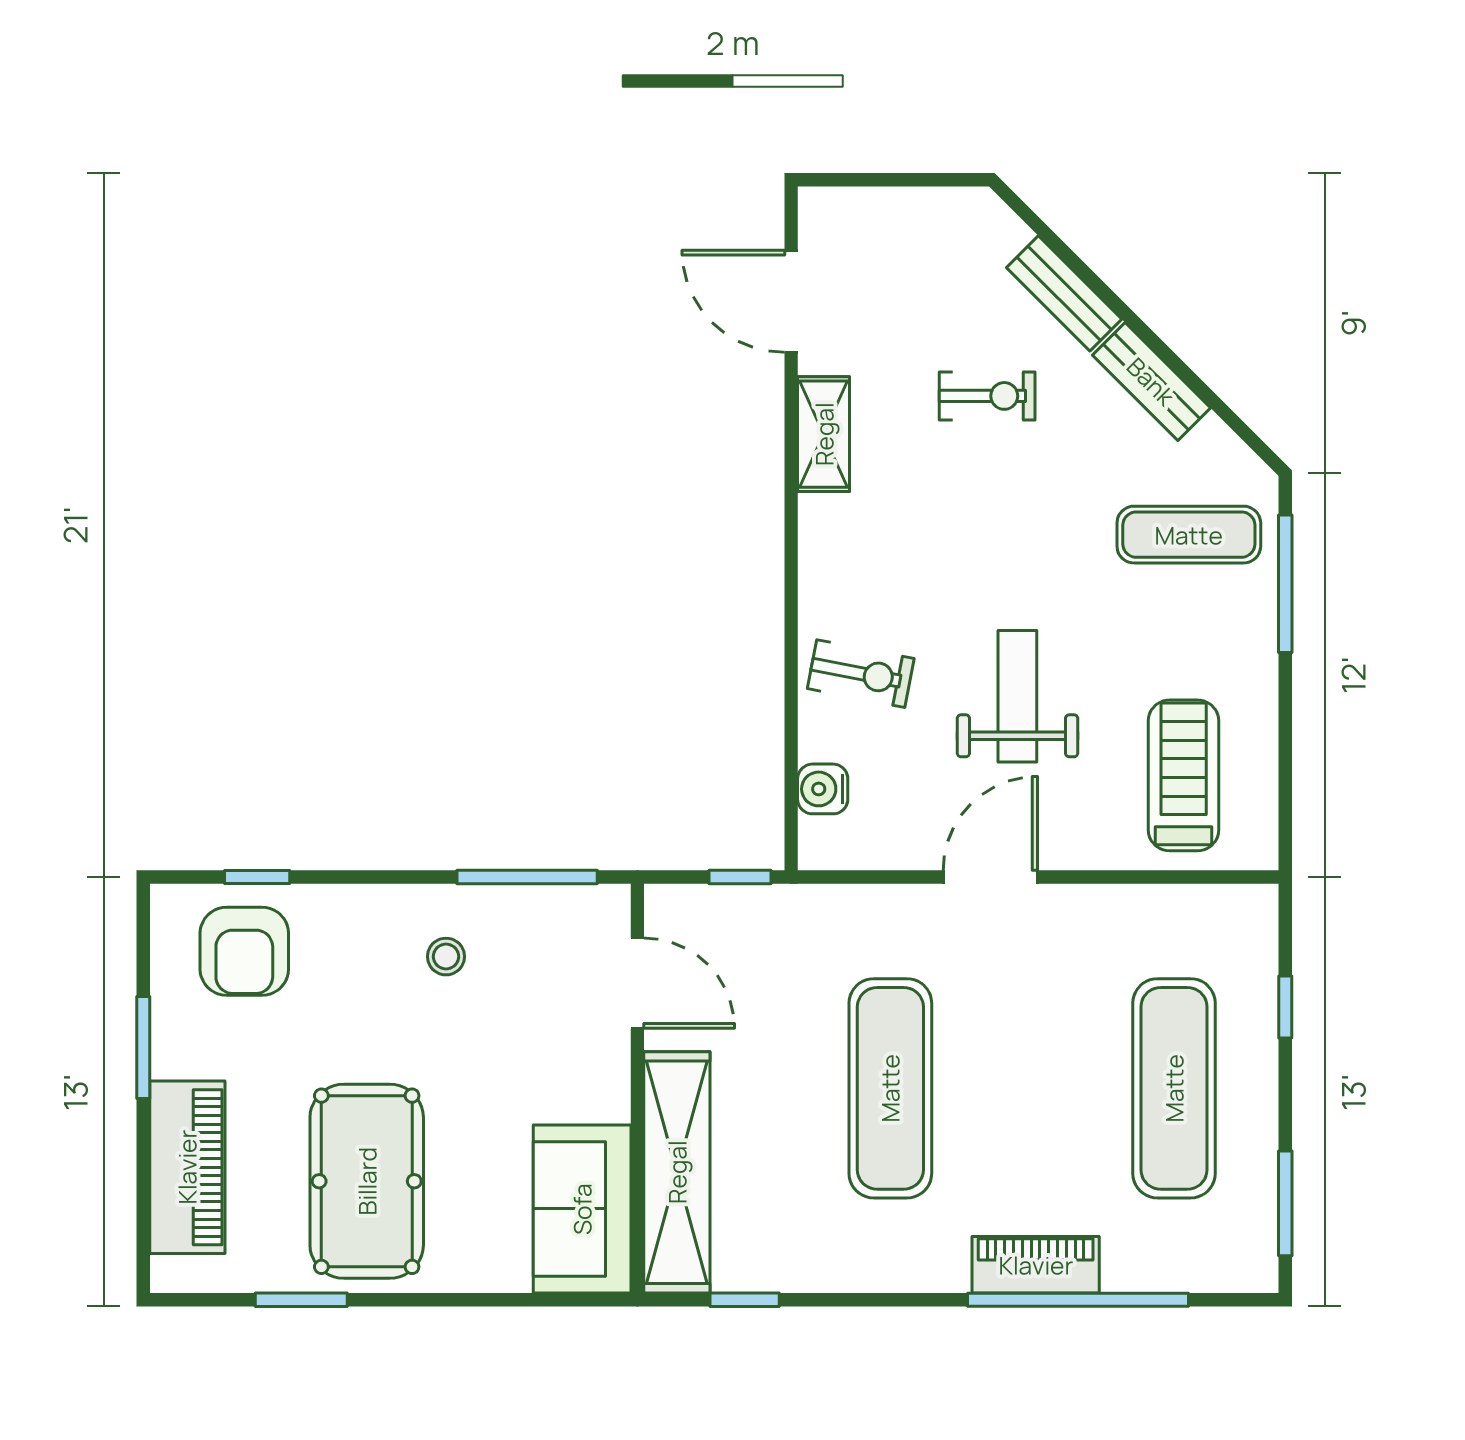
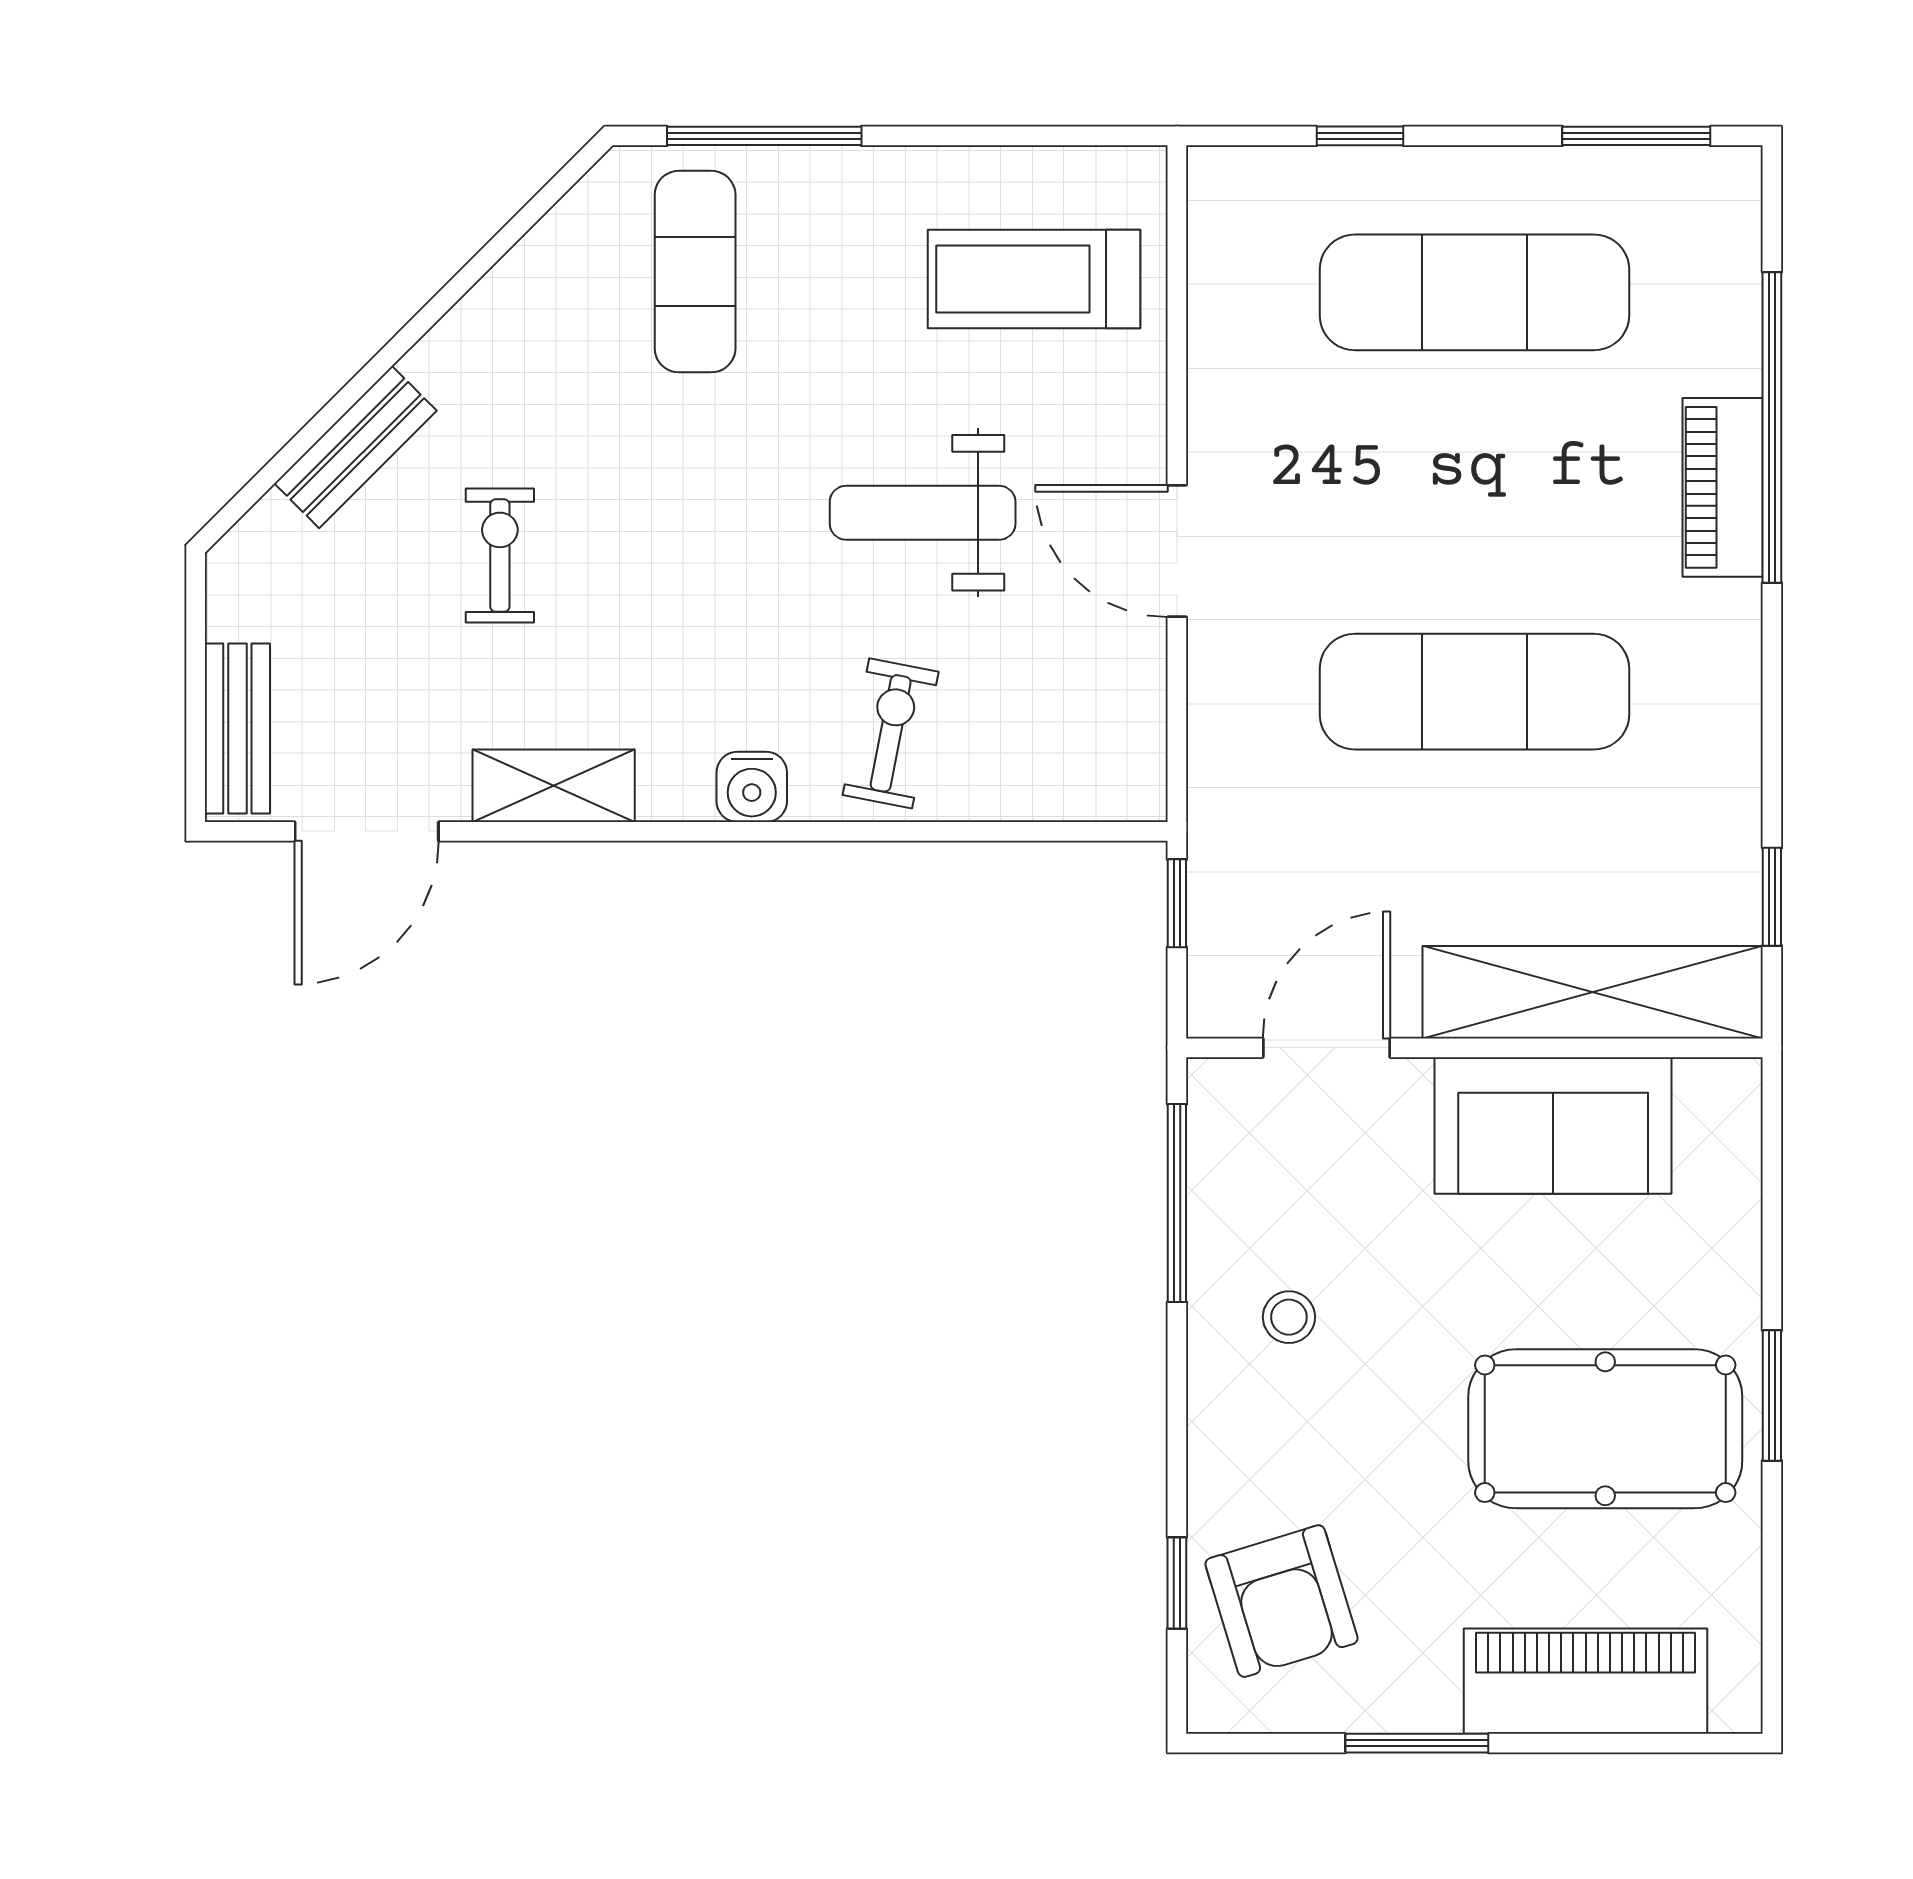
bench: (1151, 381) -> (237, 729), moved, turned -45
water cooler: (823, 789) -> (752, 787), moved
armchair: (244, 951) -> (1281, 1601), turned 73
sofa: (582, 1209) -> (1553, 1126), moved
window: (301, 1300) -> (1772, 1395), moved

